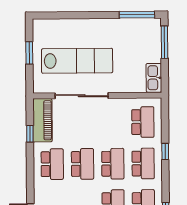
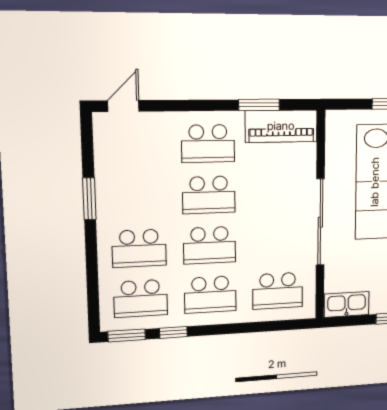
sliding door: (82, 96) -> (320, 222), moved
window: (30, 134) -> (259, 105), width x1.50
window: (165, 152) -> (173, 332), moved

